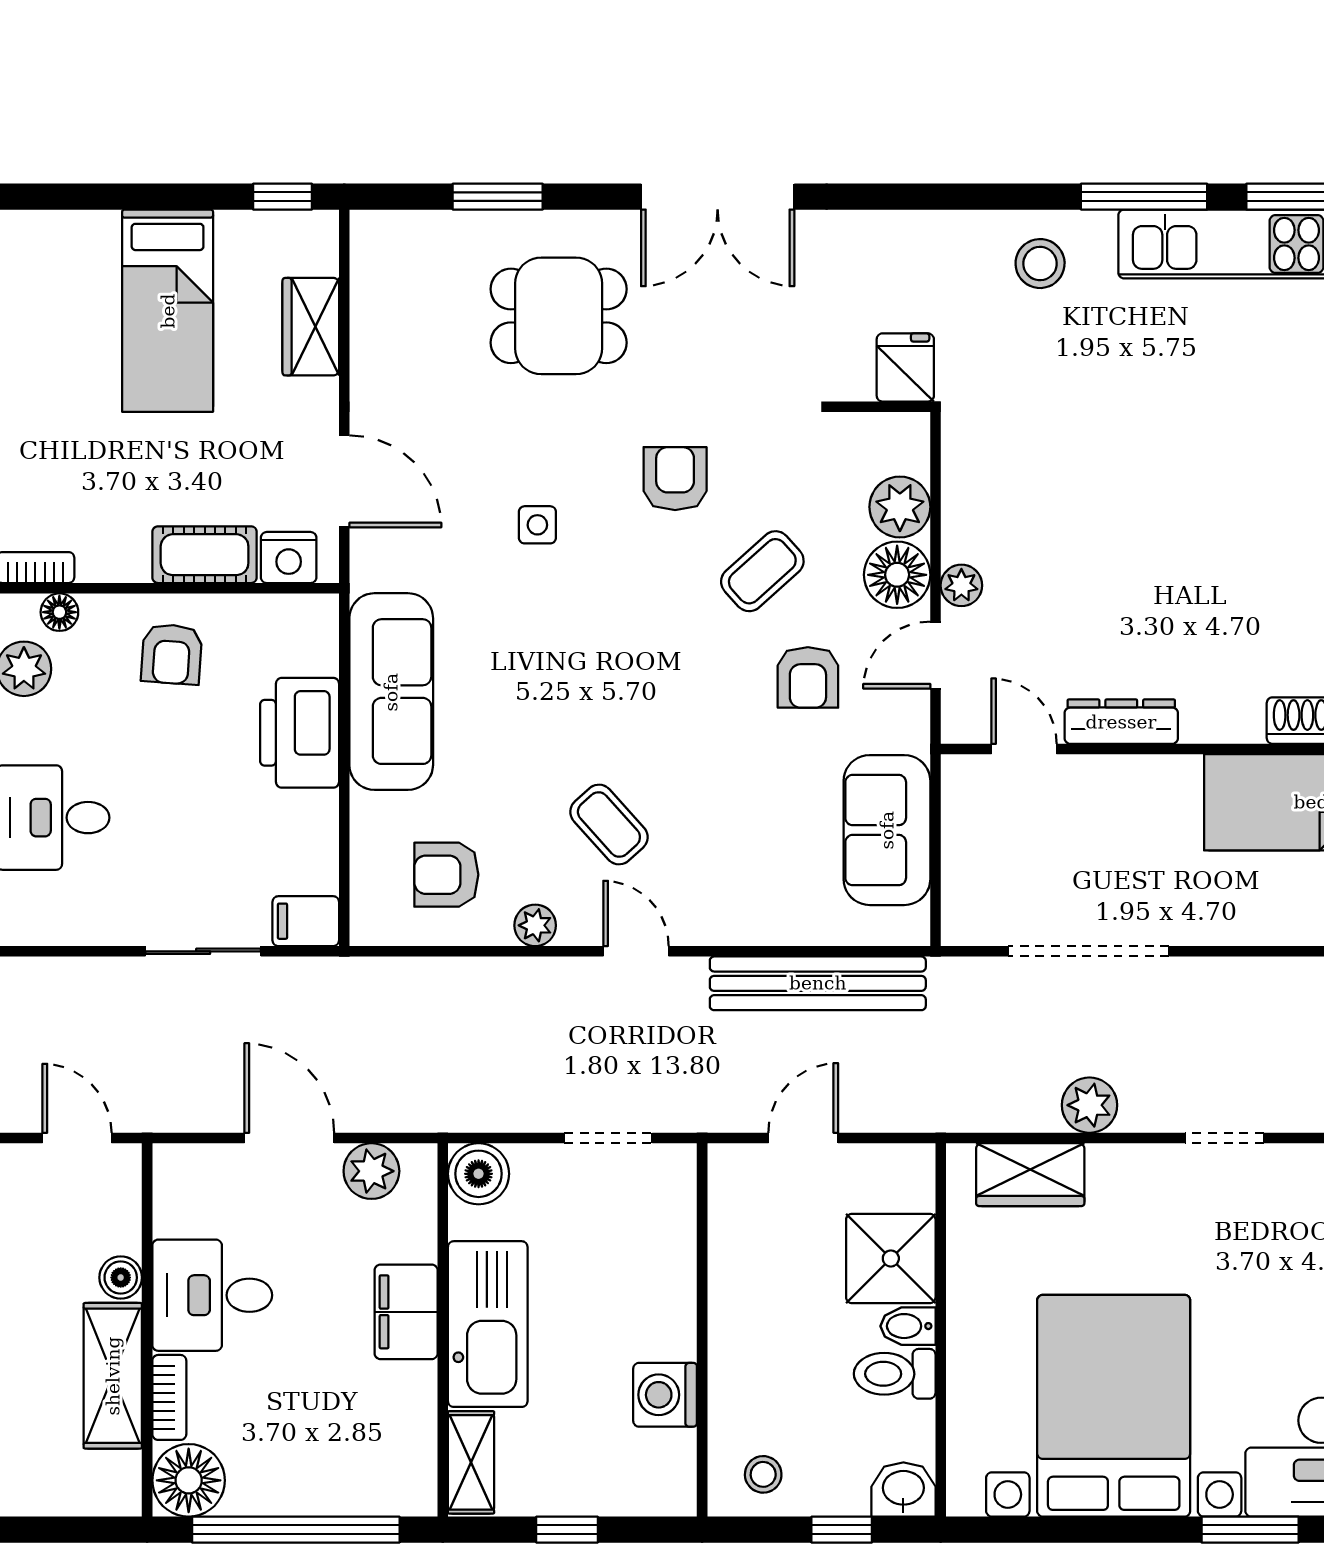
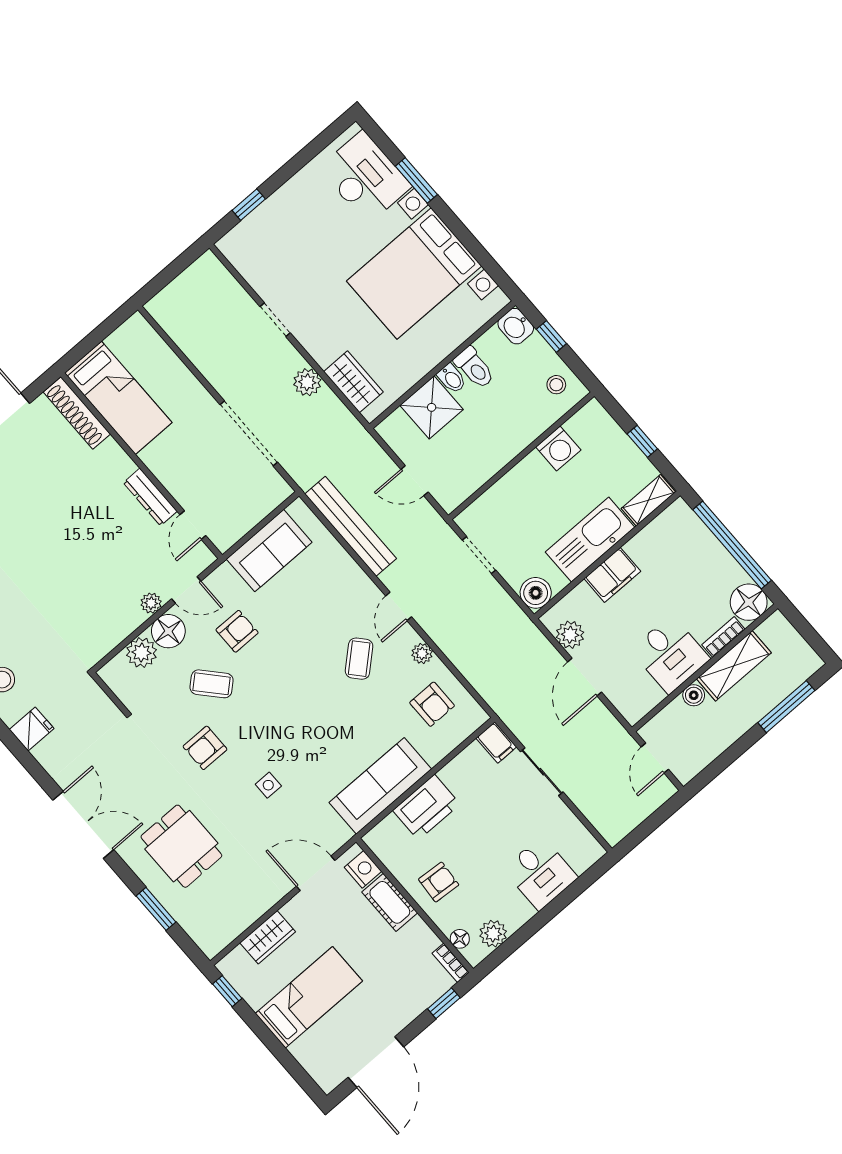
fridge: (905, 367) -> (32, 729), moved, turned 180
door: (344, 481) -> (316, 873), hinge flipped

